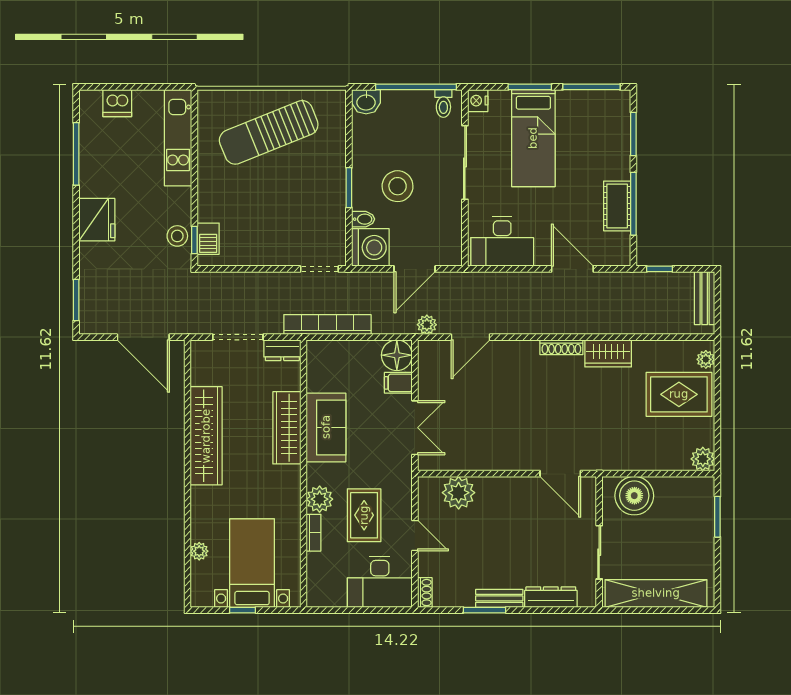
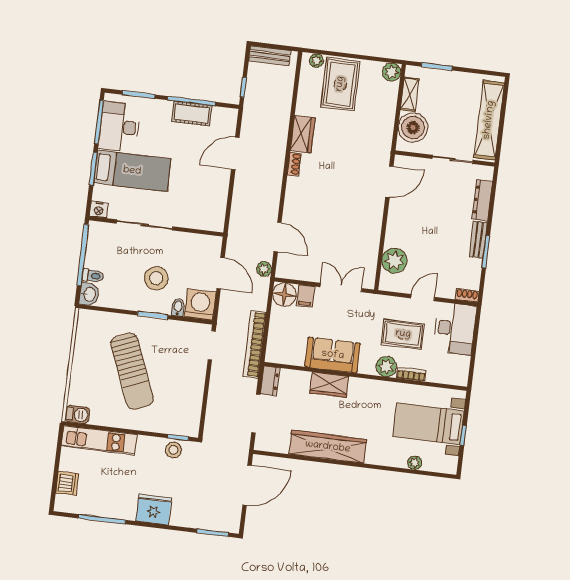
toilet: (443, 103) -> (93, 276), moved
sun lounger: (269, 132) -> (132, 371), moved
barbecue: (208, 239) -> (77, 414), moved
desk: (502, 241) -> (119, 127), moved, turned 180
shoe rack: (561, 347) -> (294, 164), width x0.70
wardrobe: (287, 428) -> (329, 385), width x0.67
shelving: (677, 486) -> (410, 94), added

